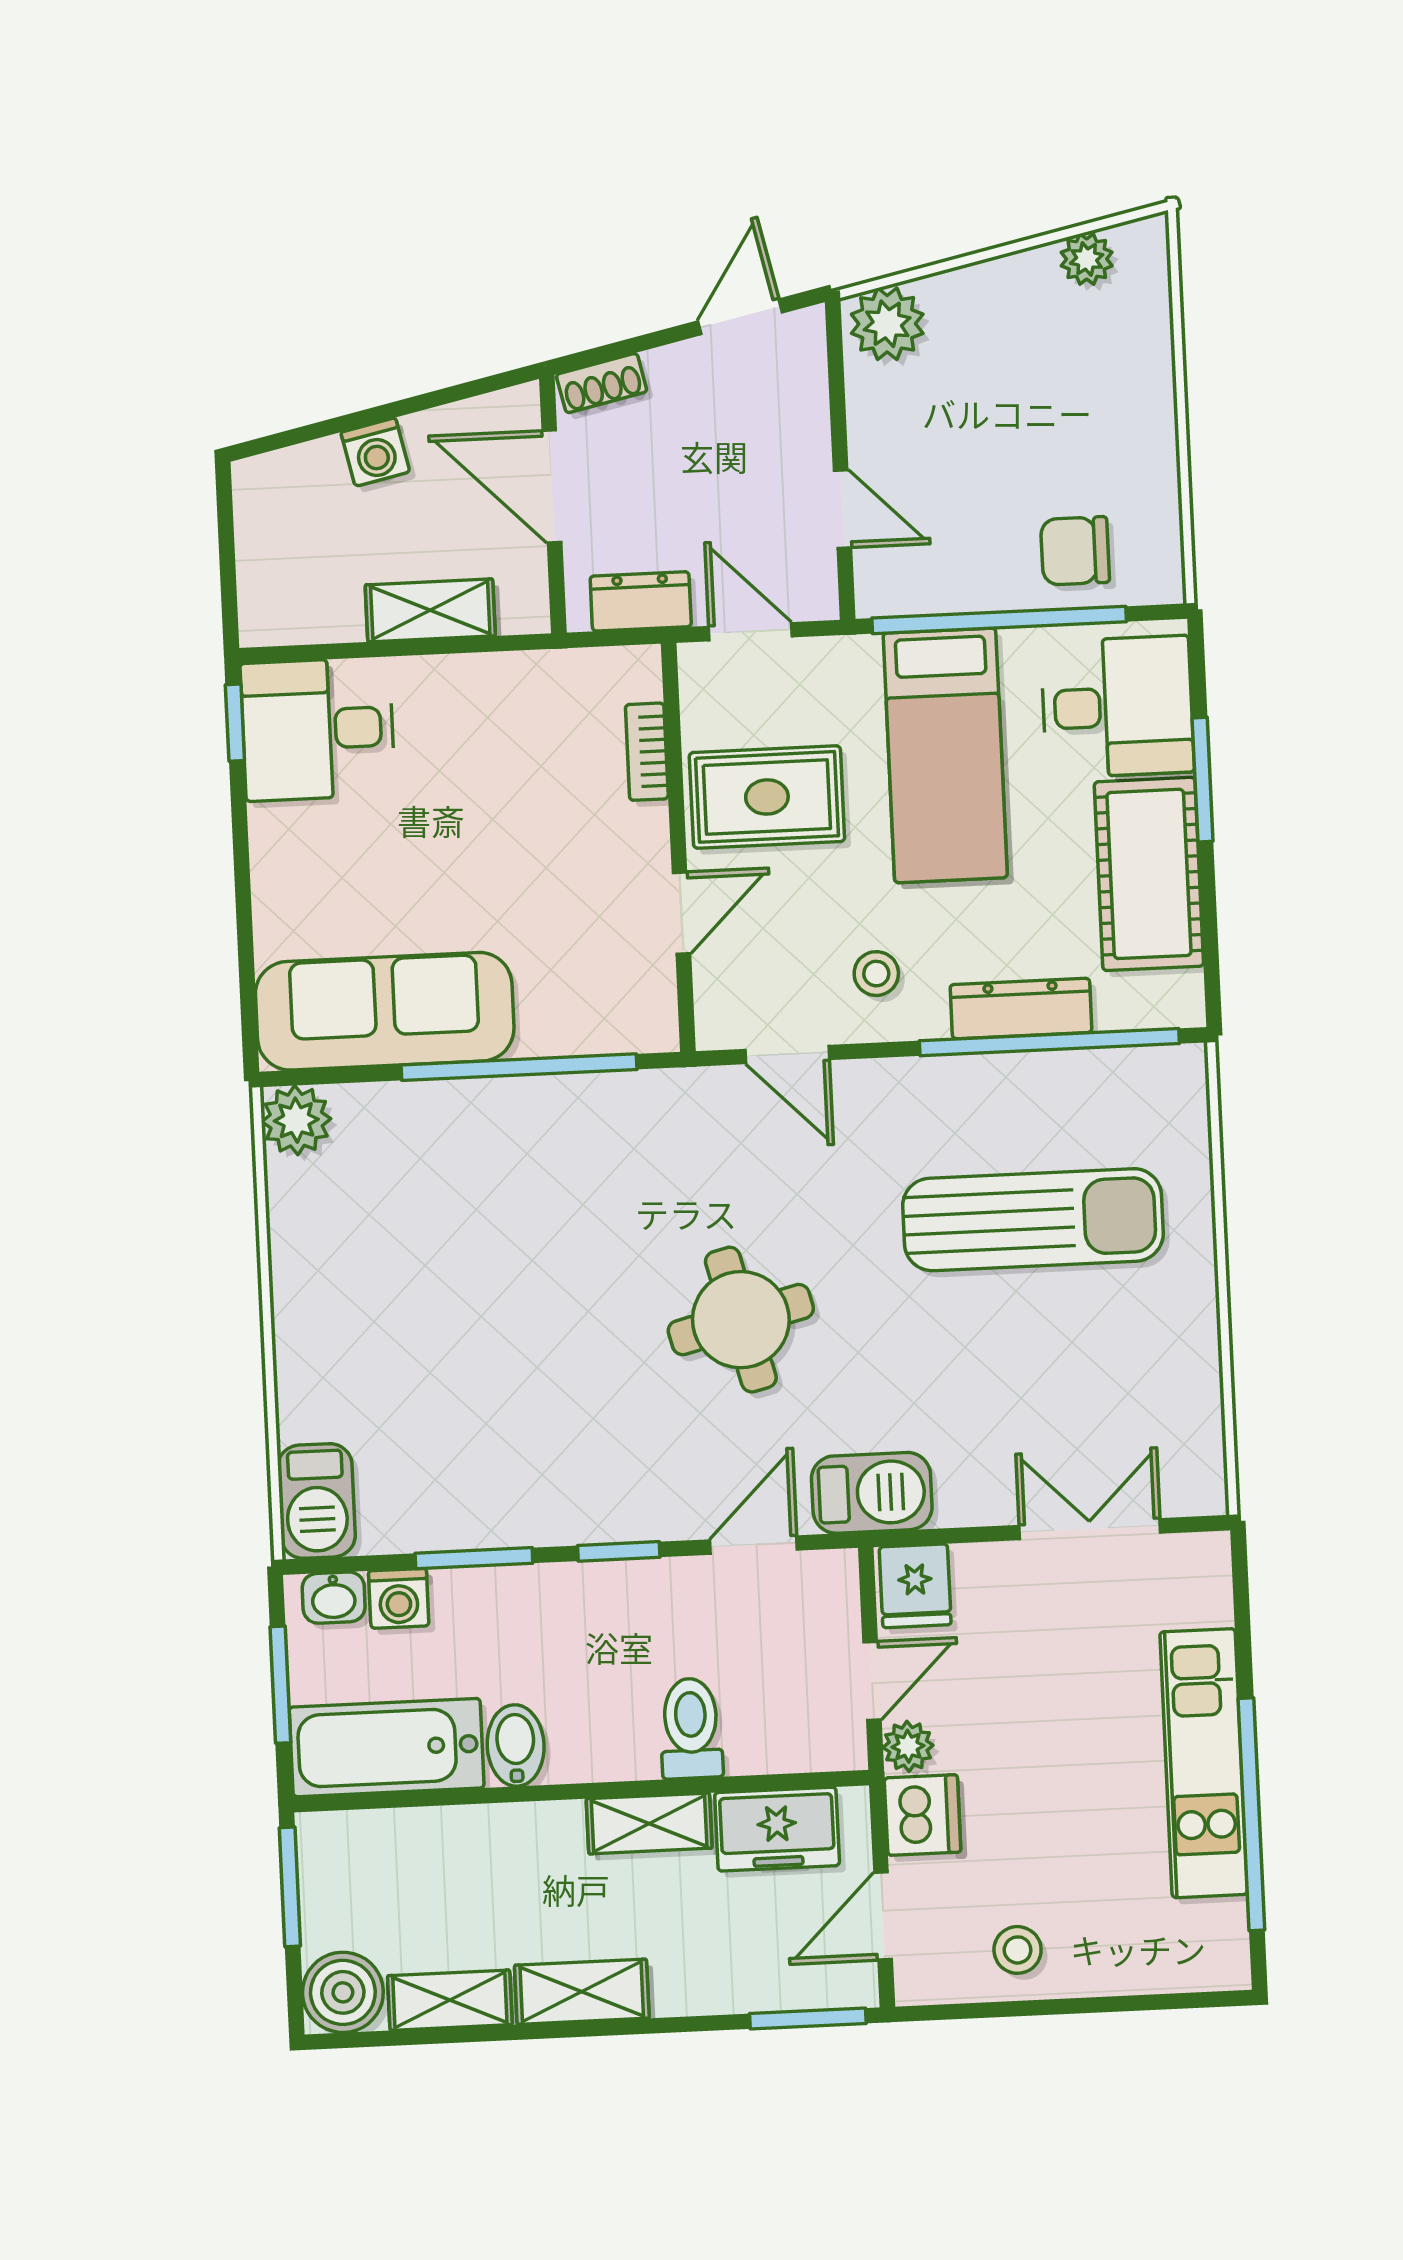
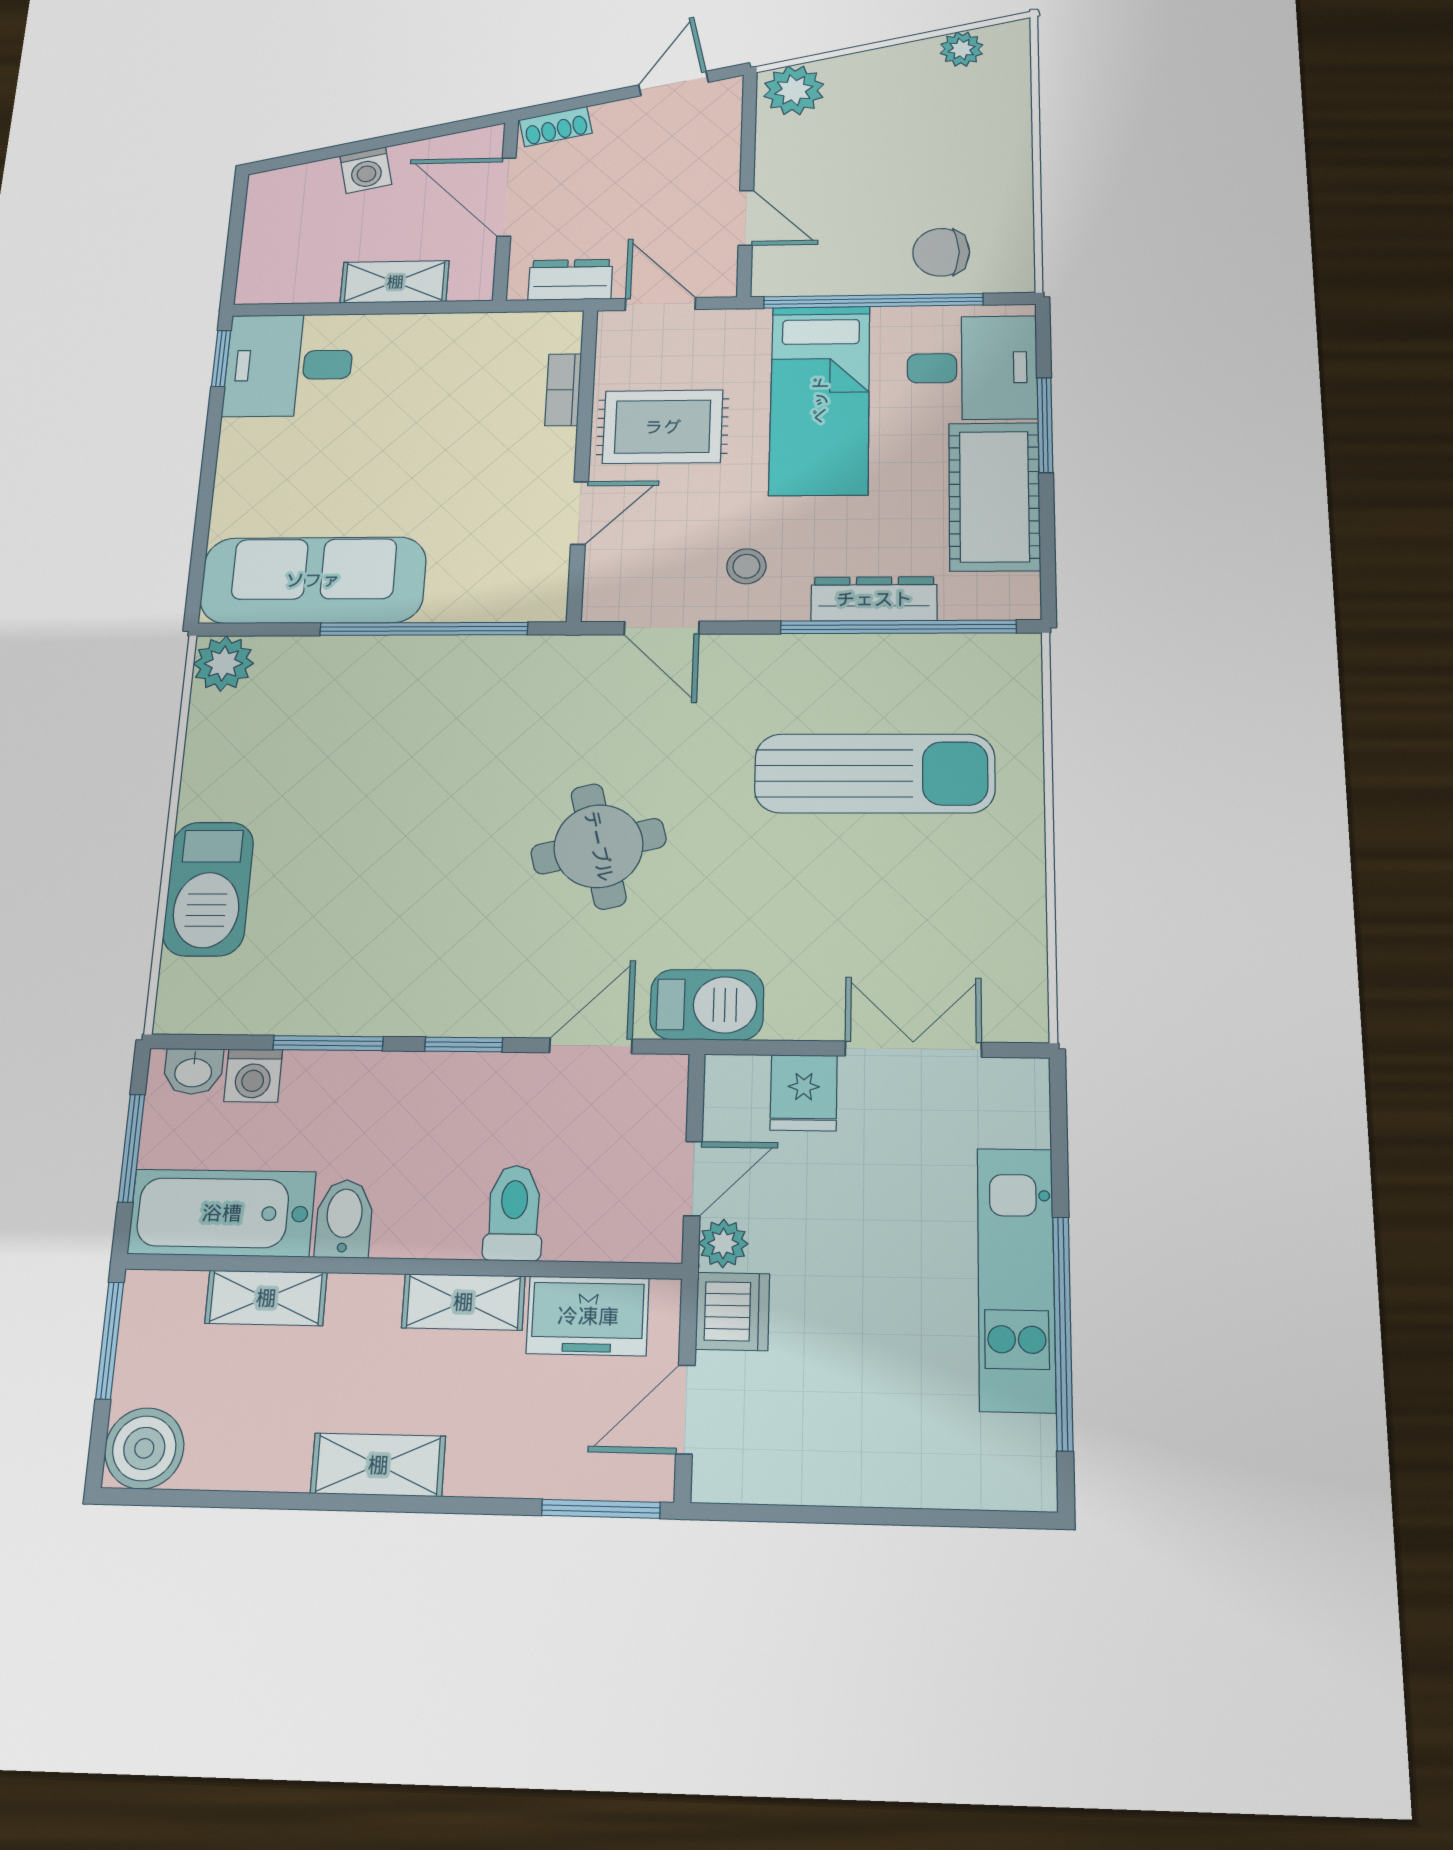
barbecue: (317, 1501) -> (208, 889), moved, width x1.37, depth x1.21
fridge: (915, 1586) -> (804, 1093), moved
stool: (1018, 1950) -> (819, 1454), removed
shelving: (450, 2000) -> (266, 1298), moved

